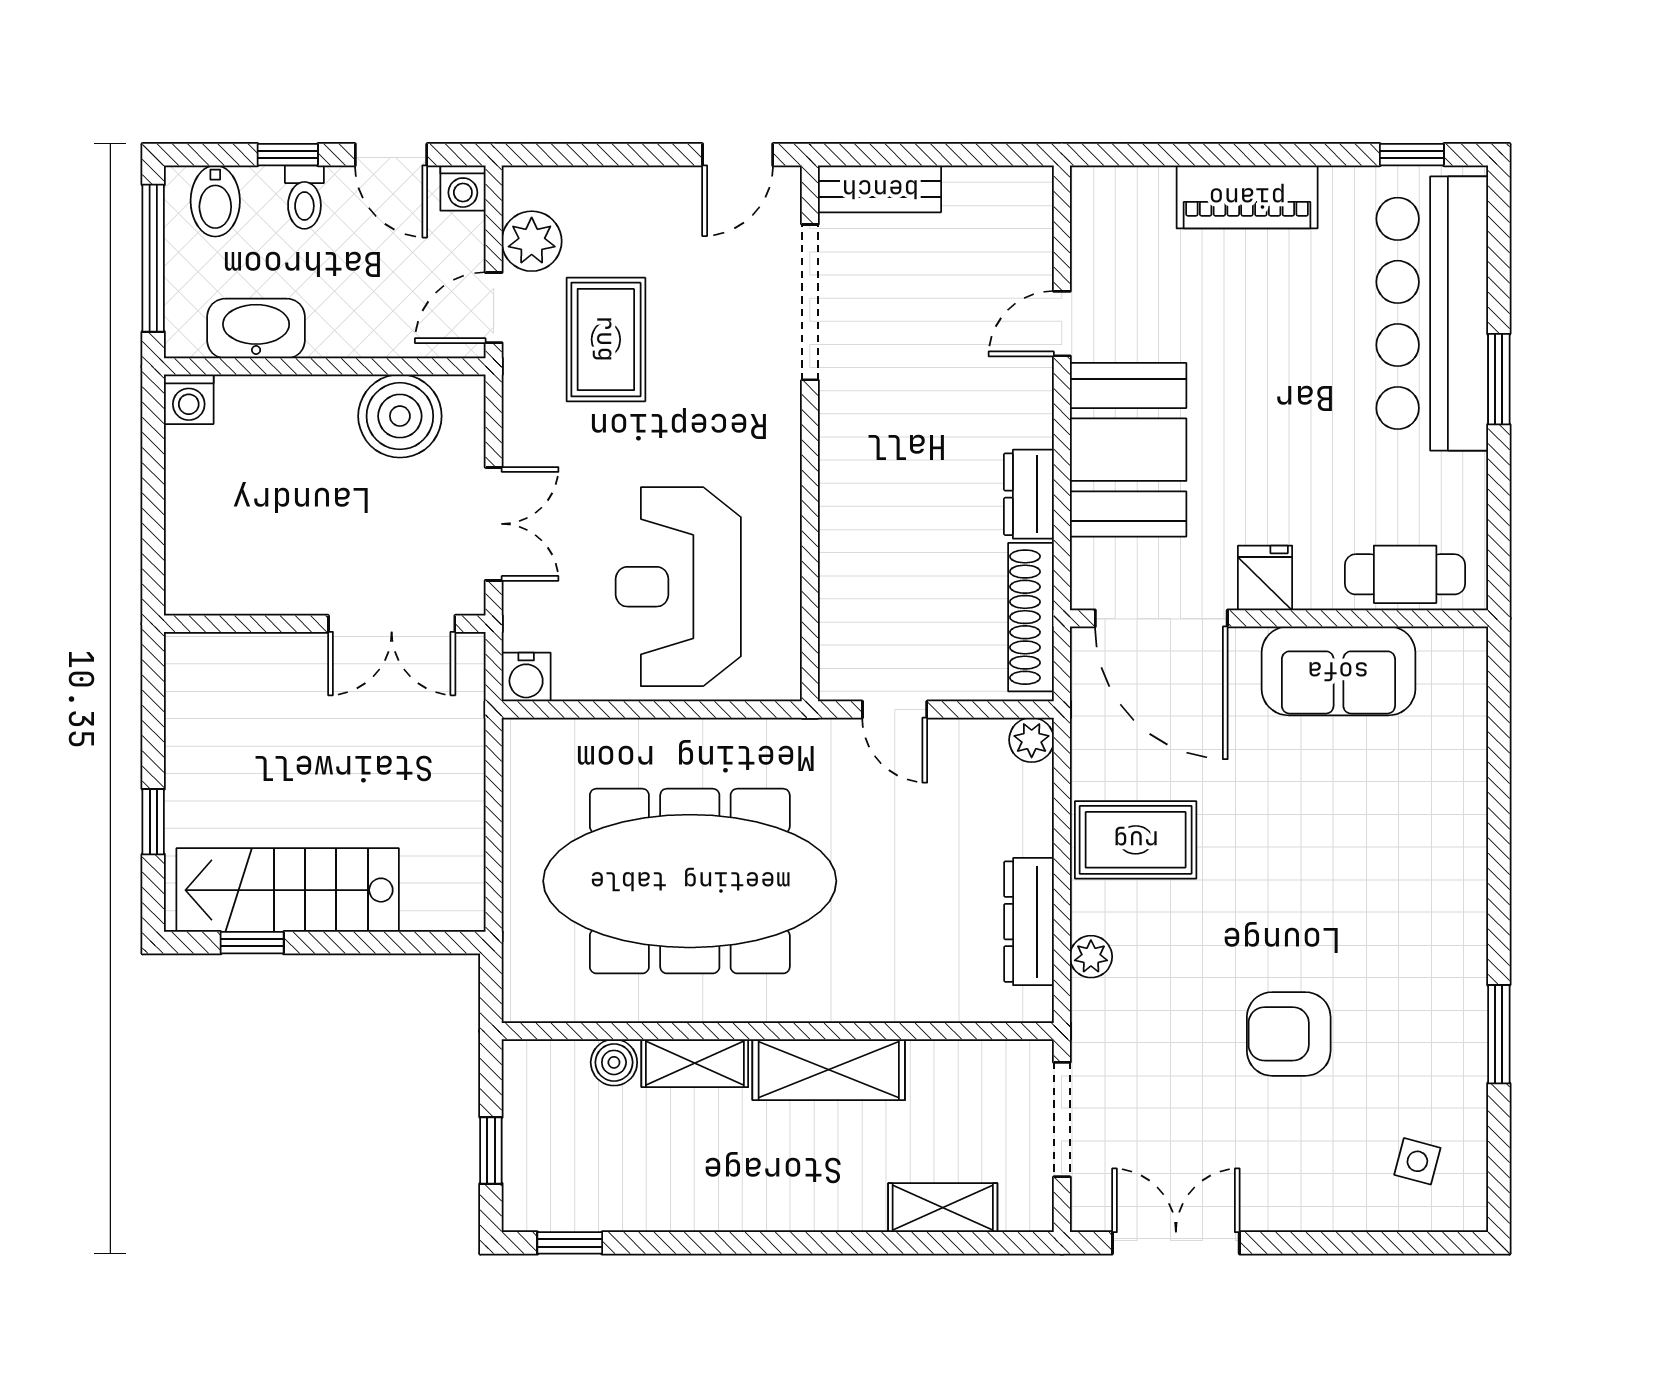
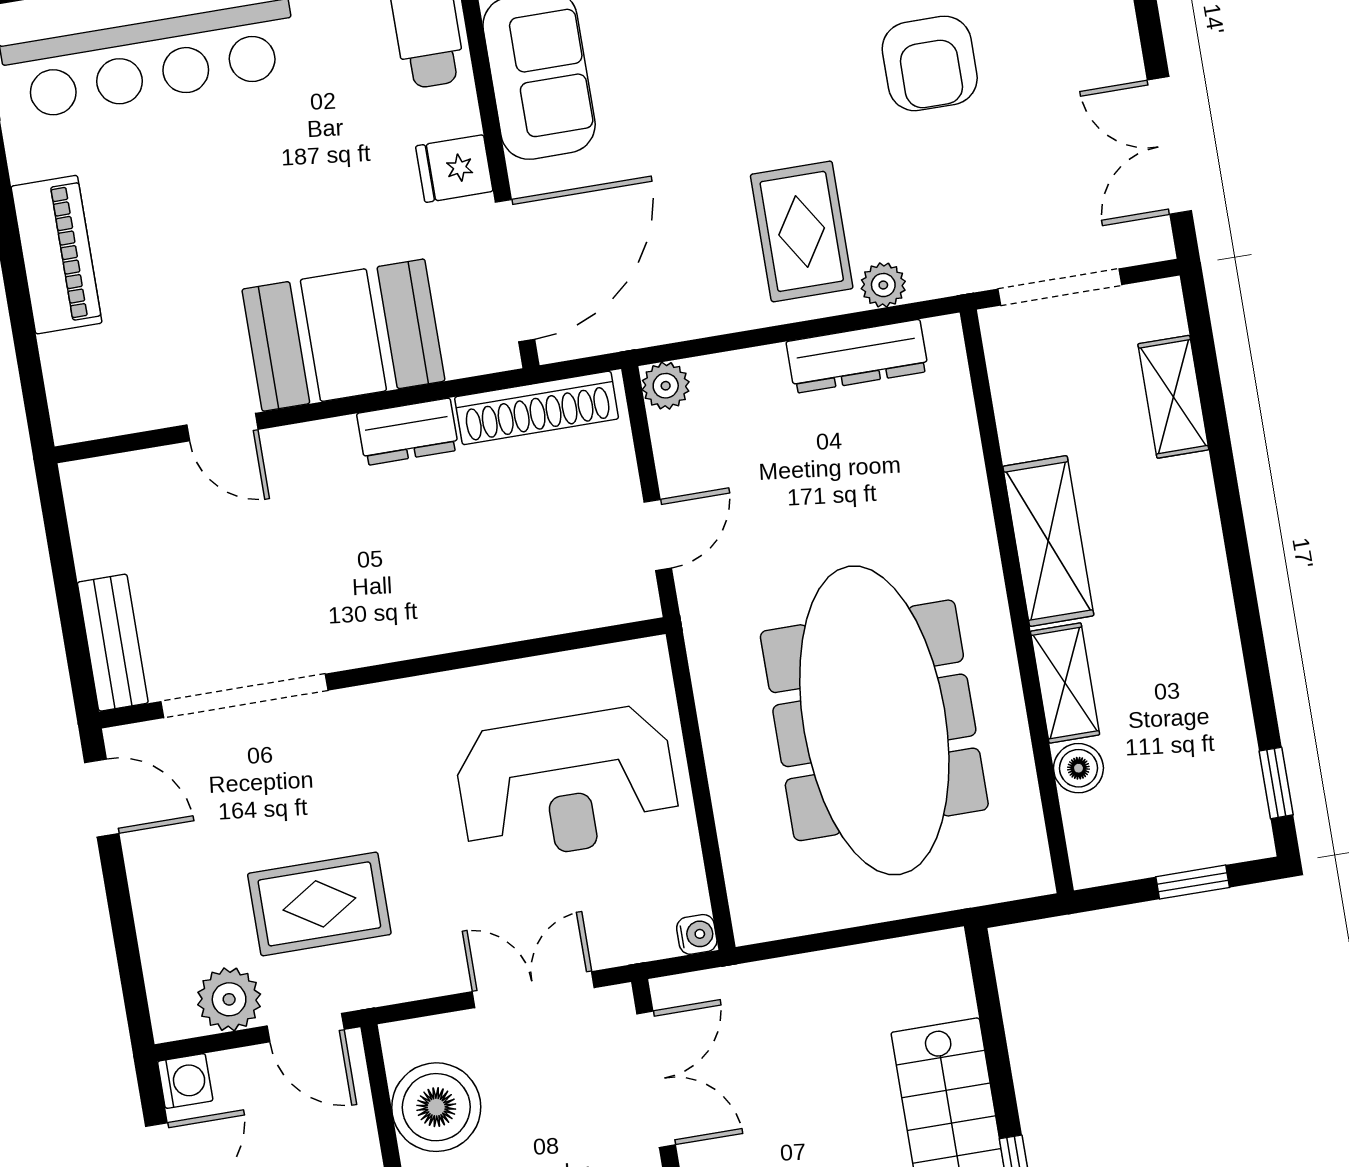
water cooler: (526, 677) -> (697, 934), width x0.72, depth x0.72
rug: (1136, 840) -> (802, 231), moved

